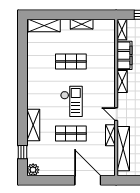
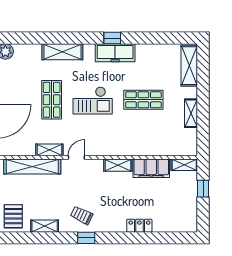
shop shelf: (71, 61) -> (143, 100), turned 90
freezer: (34, 84) -> (115, 53), added
window: (22, 152) -> (112, 38), moved

